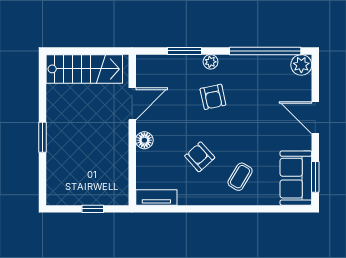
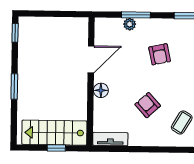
plant: (211, 62) -> (130, 24), moved
stairs: (84, 69) -> (54, 133), moved, turned 180
window: (42, 74) -> (15, 33), added

